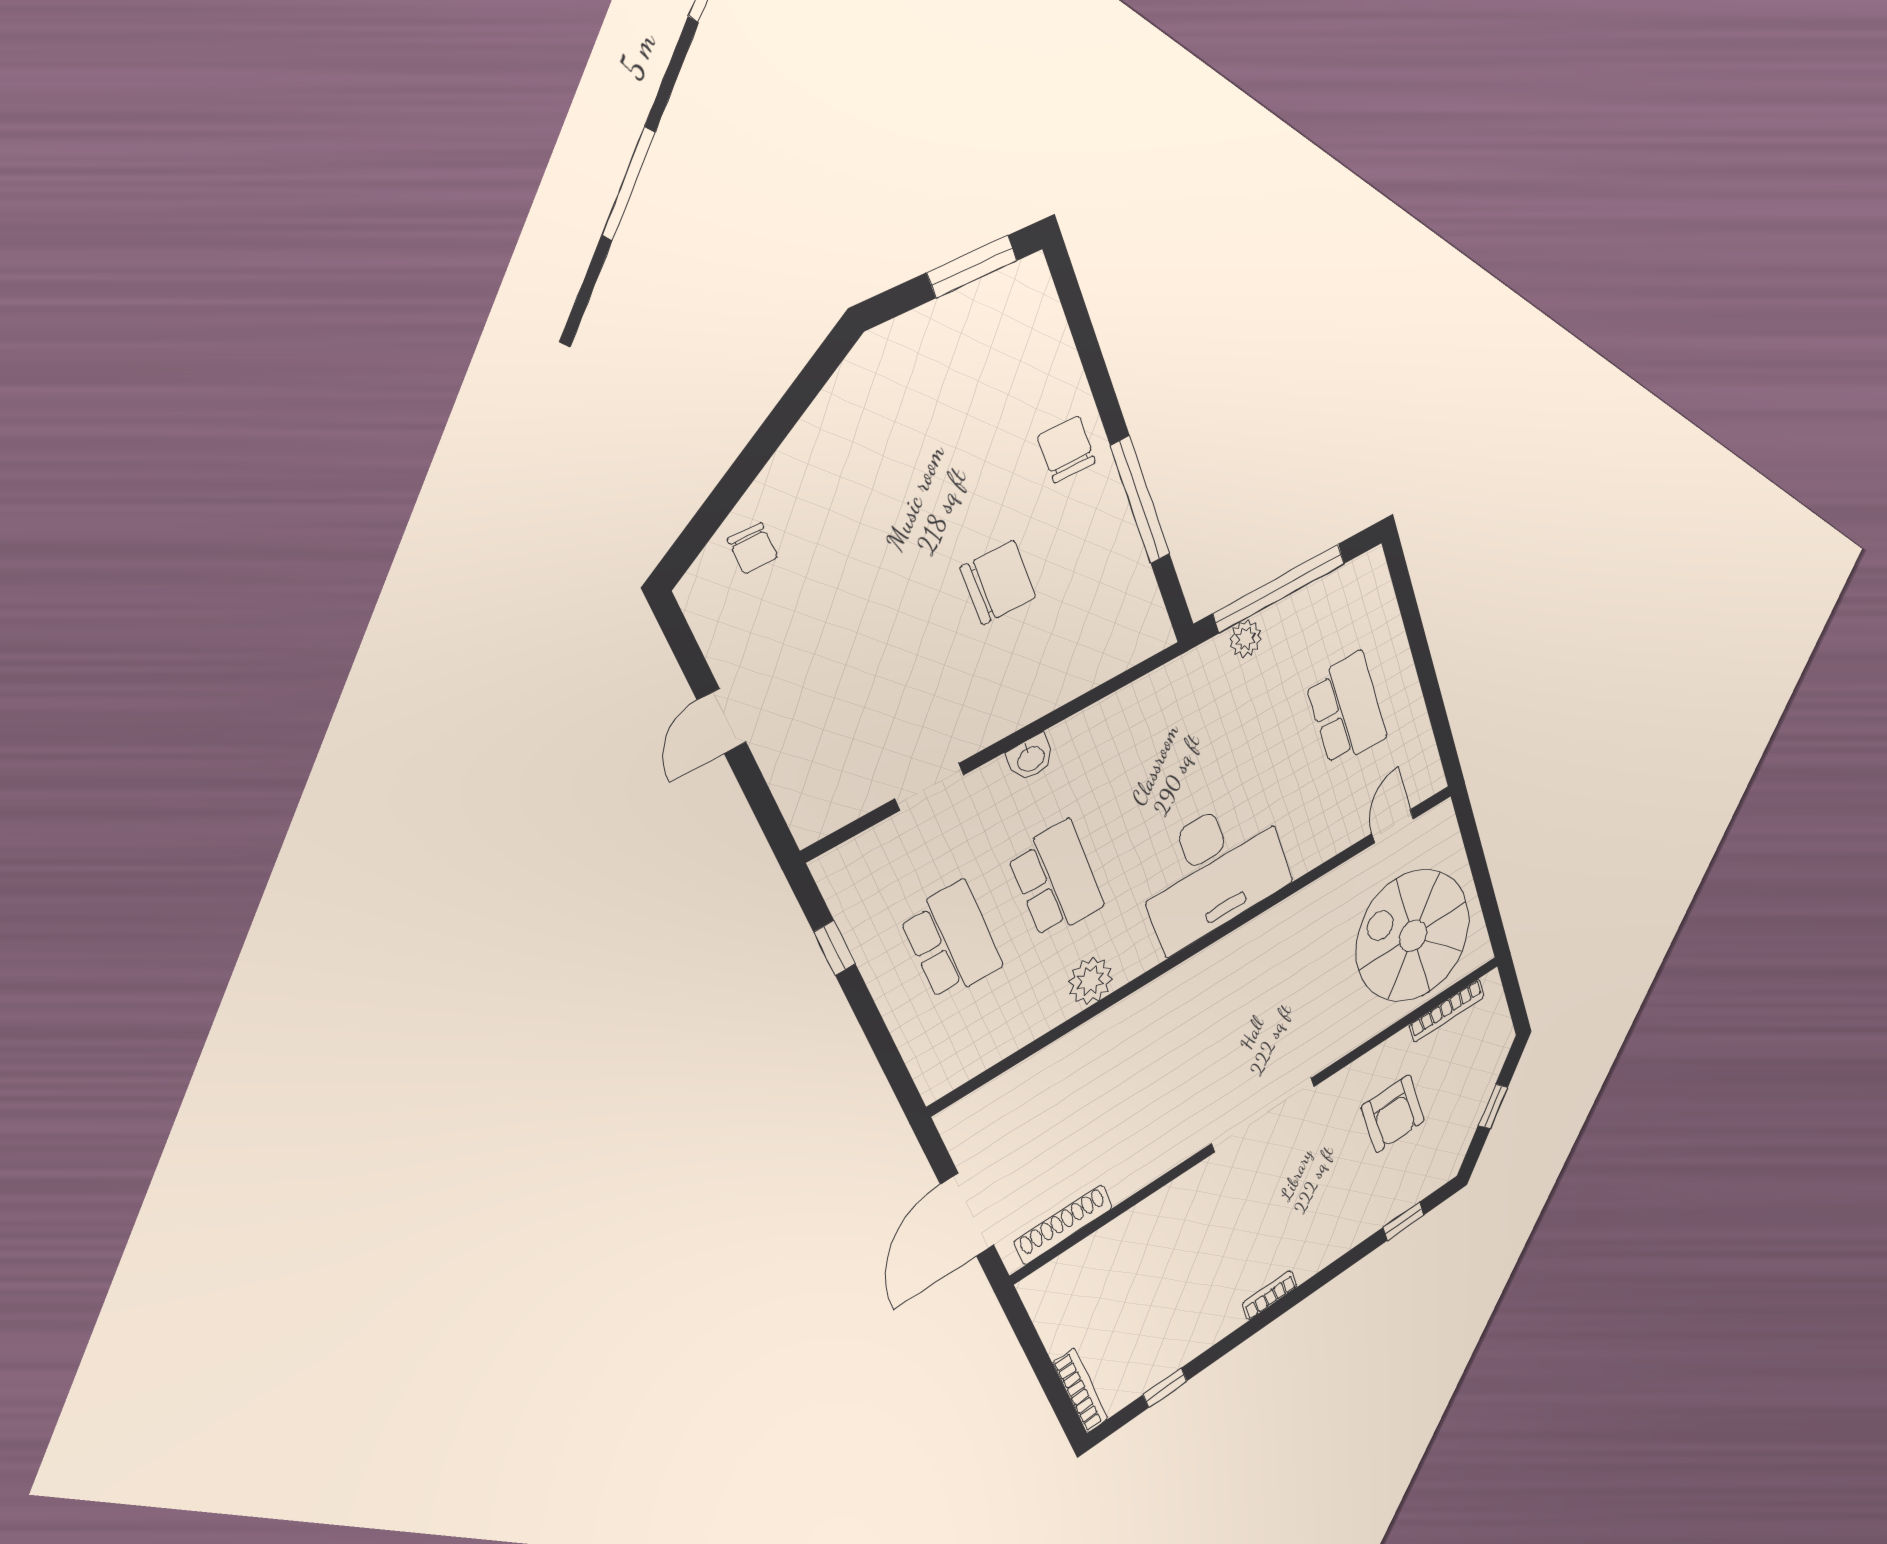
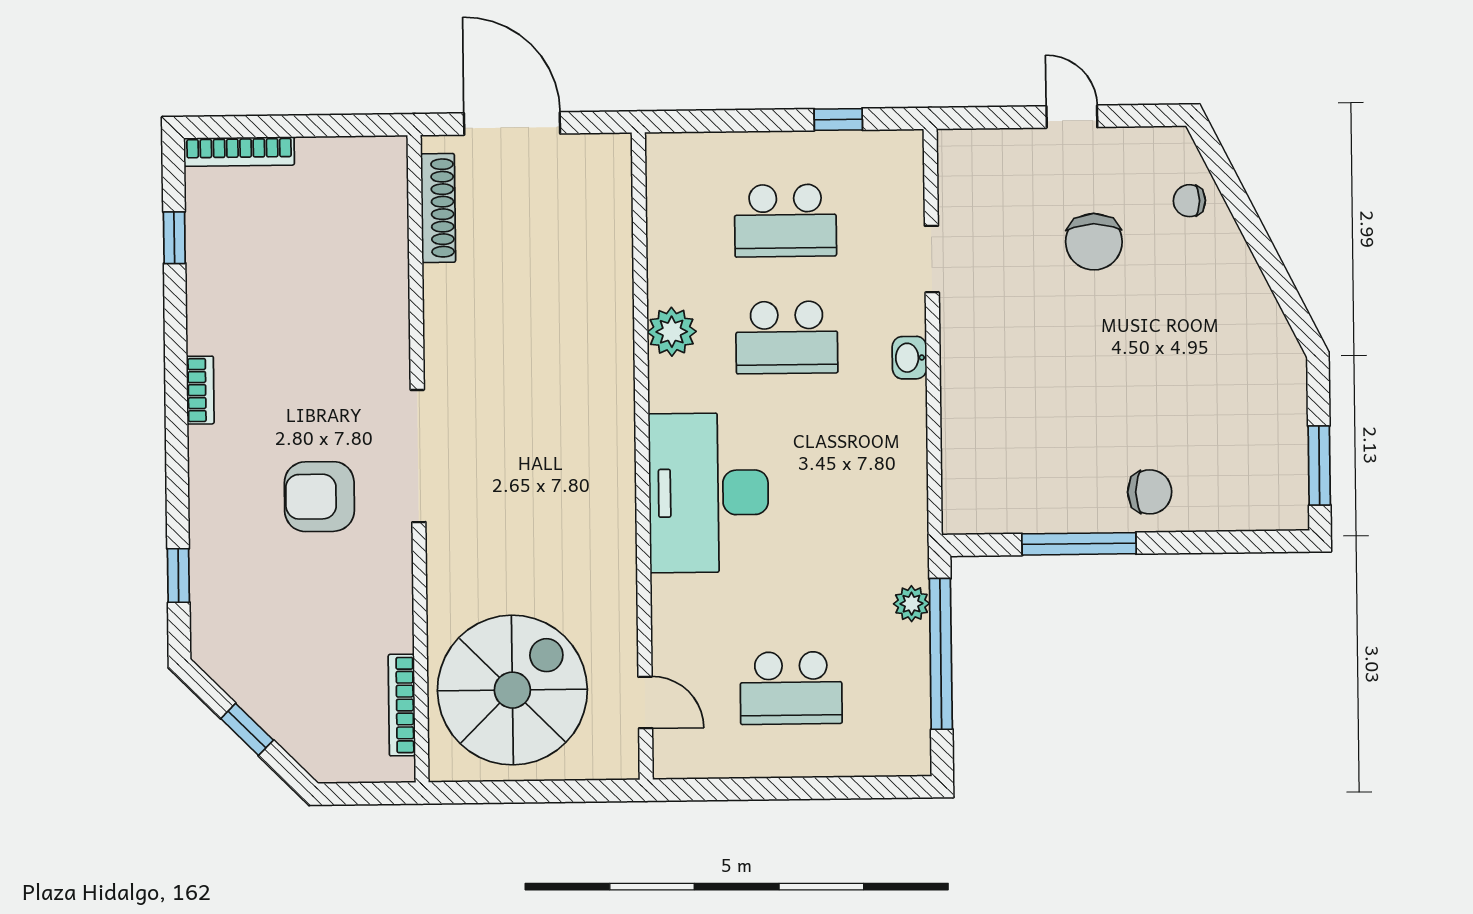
chair: (998, 583) -> (1094, 242), moved
armchair: (1393, 1114) -> (319, 497), moved

